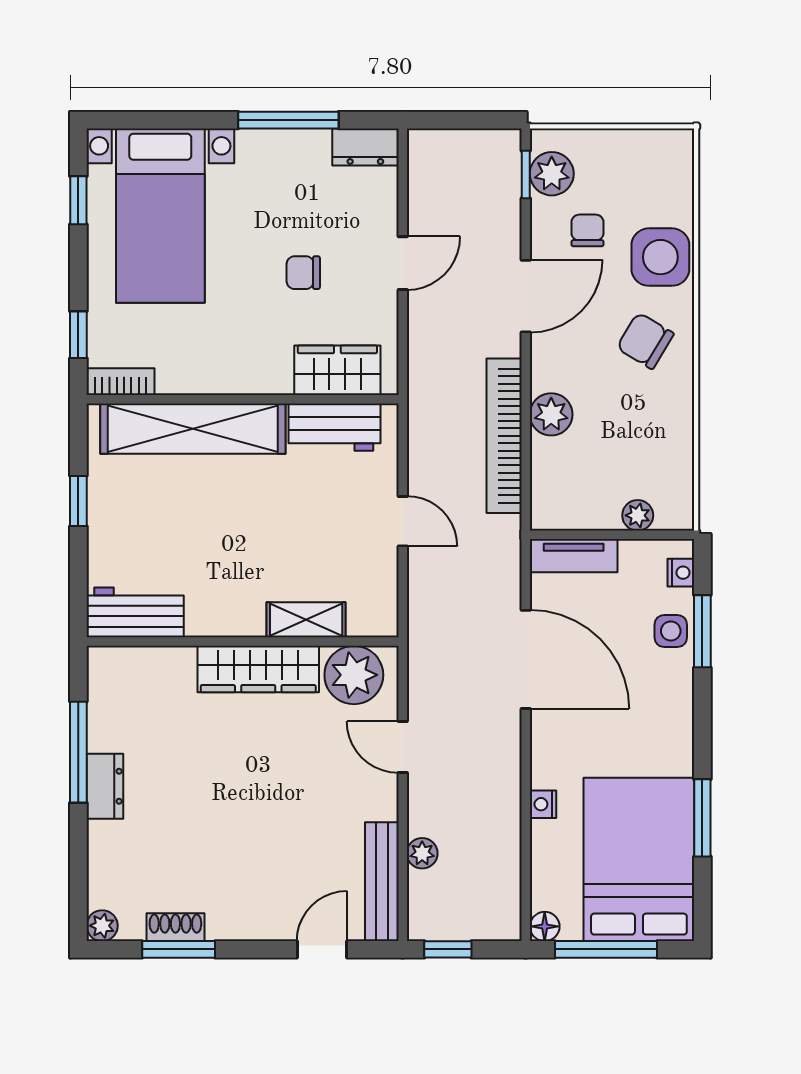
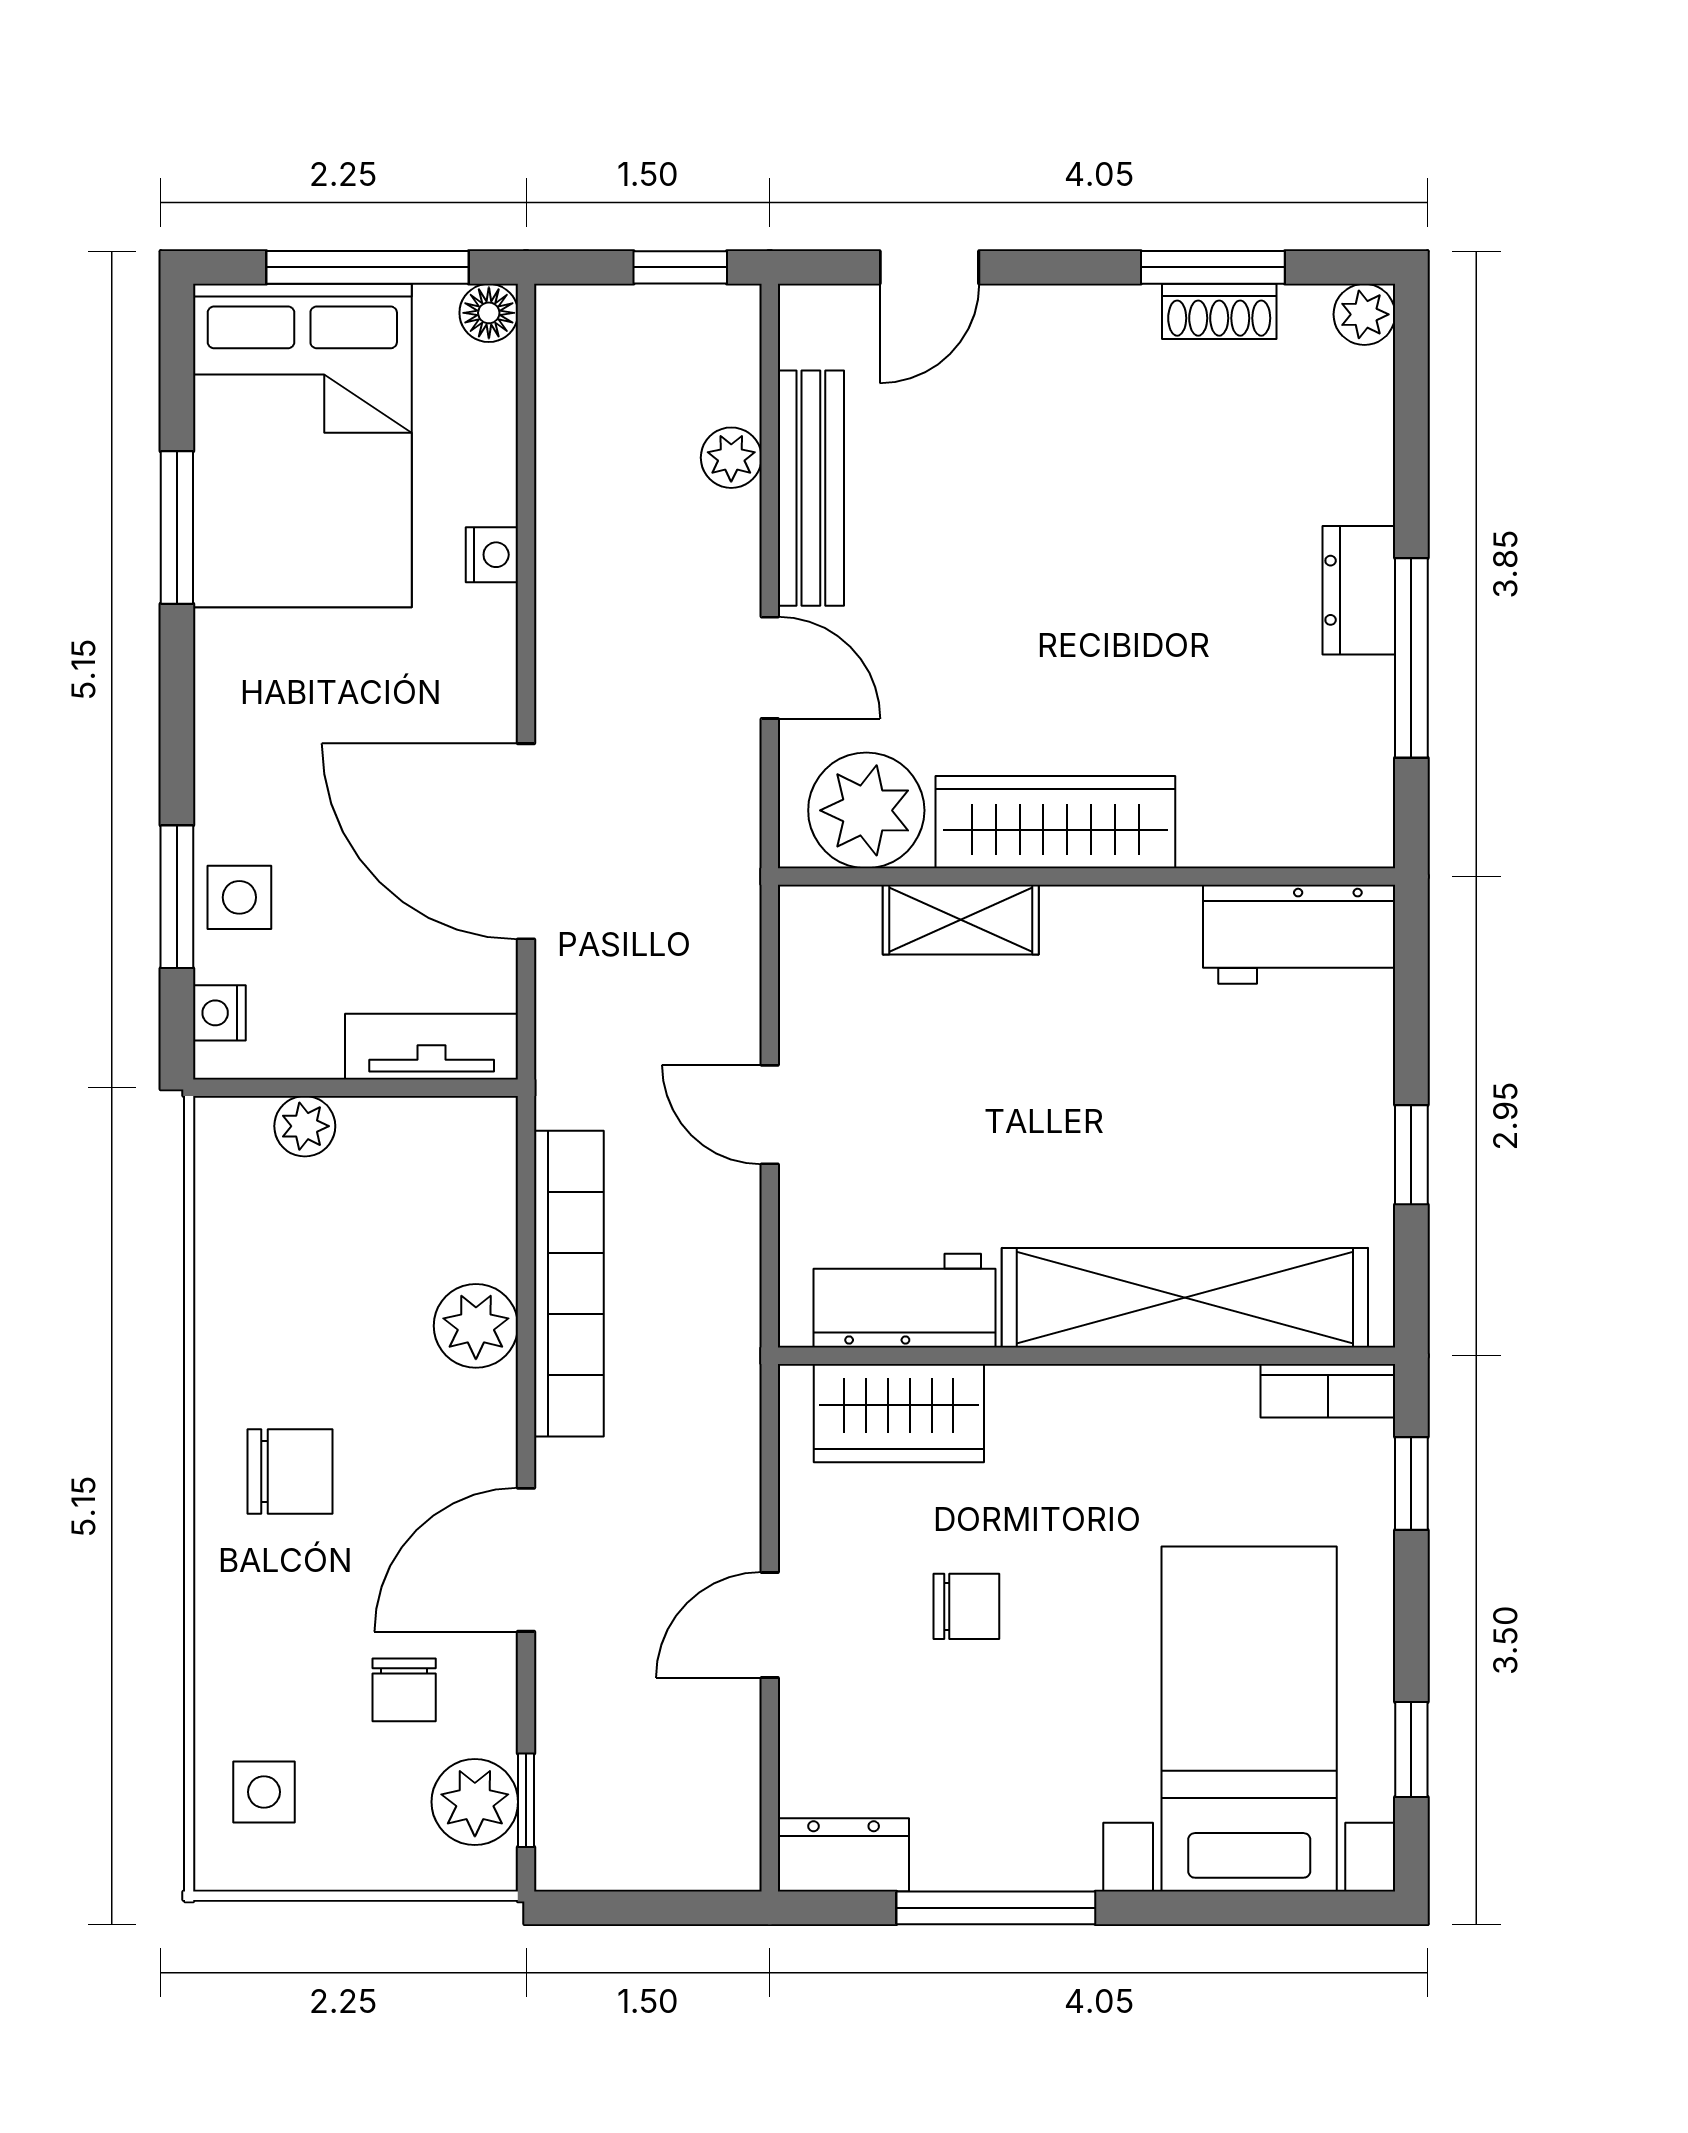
side table: (660, 257) -> (264, 1792), moved, width x0.54, depth x0.54
chair: (645, 341) -> (290, 1472), turned -31
bench: (382, 882) -> (811, 488), moved

